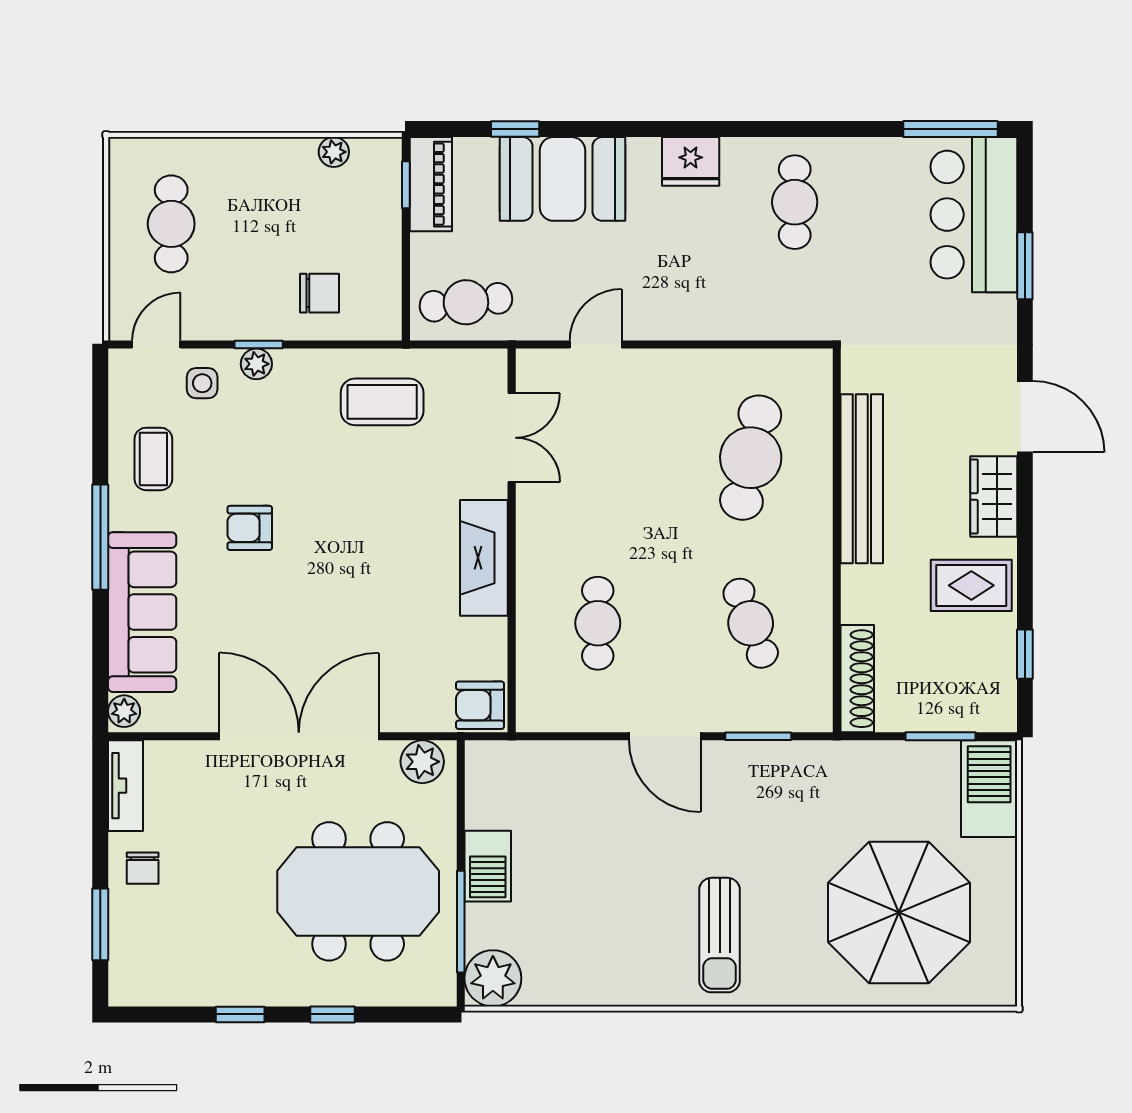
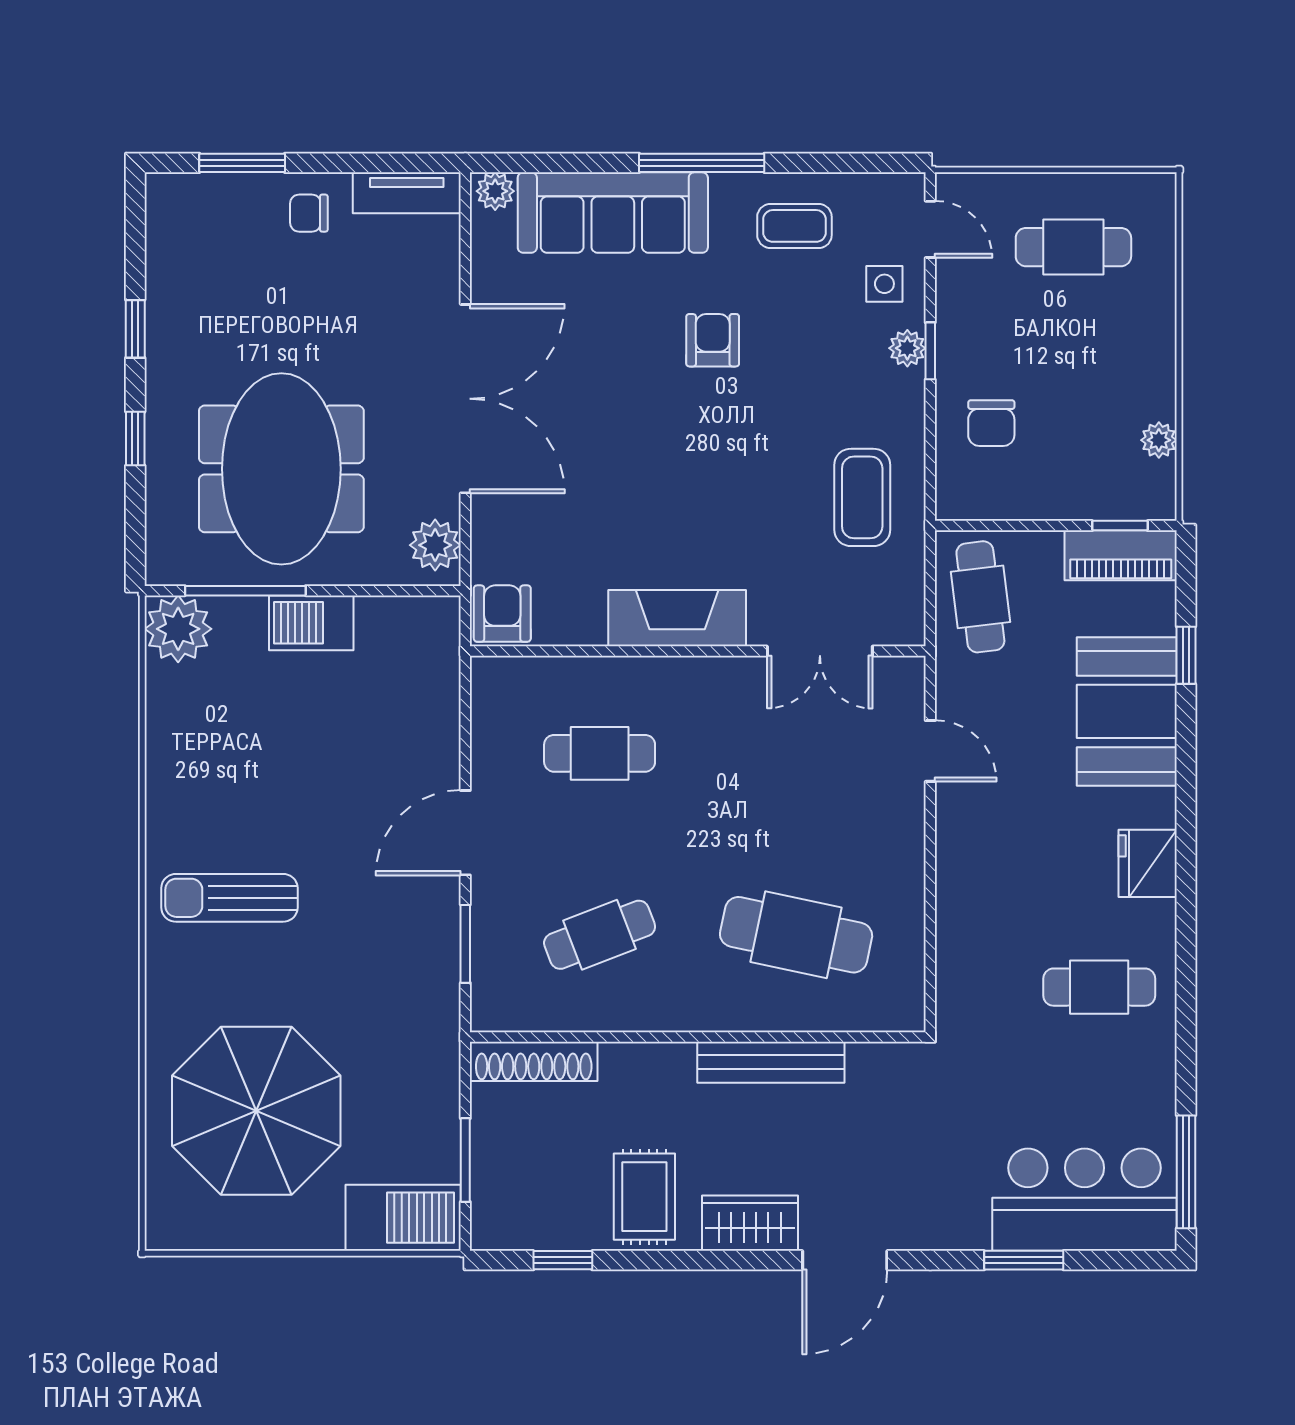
bench: (862, 479) -> (771, 1062), width x0.73, depth x0.82

